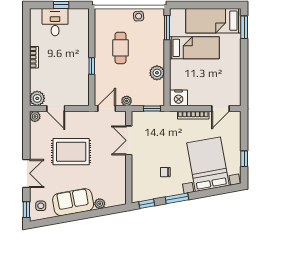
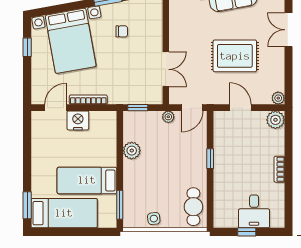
cafe table: (121, 48) -> (193, 207), moved
nightstand: (179, 98) -> (78, 120), moved
door: (56, 109) -> (240, 108), moved

